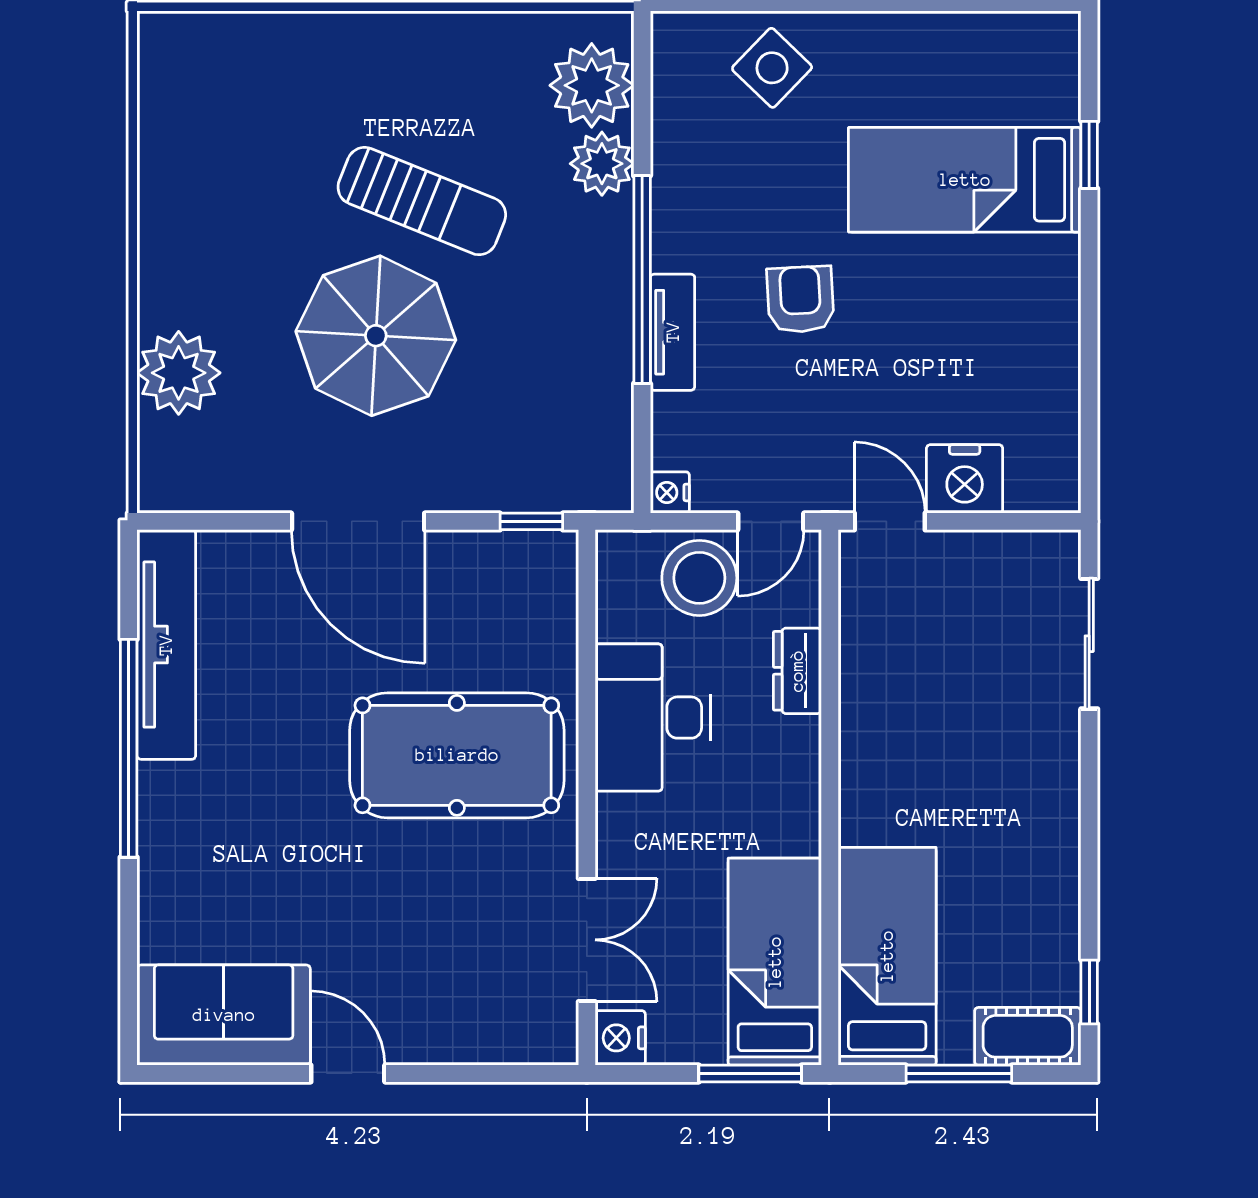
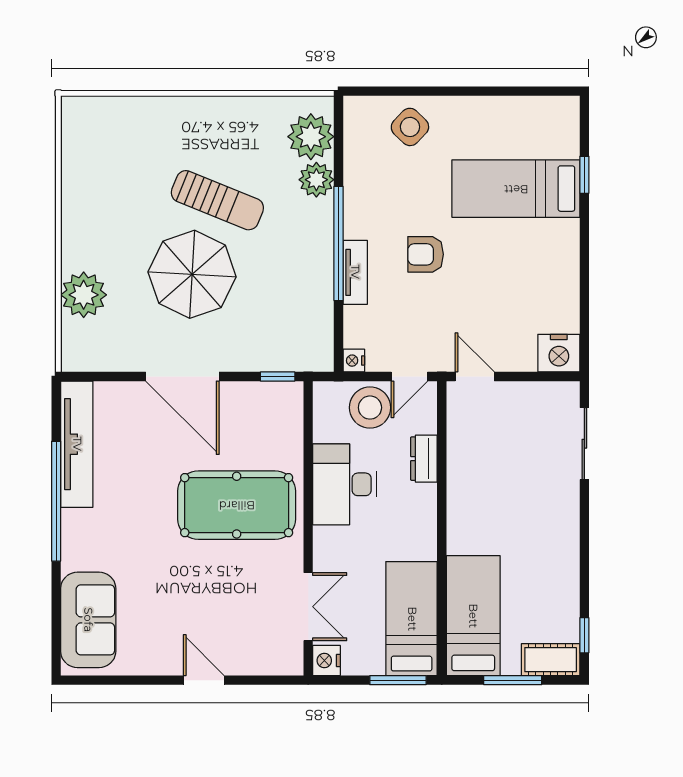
armchair: (800, 299) -> (426, 254), turned -87
nightstand: (965, 479) -> (559, 353), moved
sofa: (224, 1015) -> (88, 620), moved, turned 90
door: (348, 1073) -> (204, 680), moved

